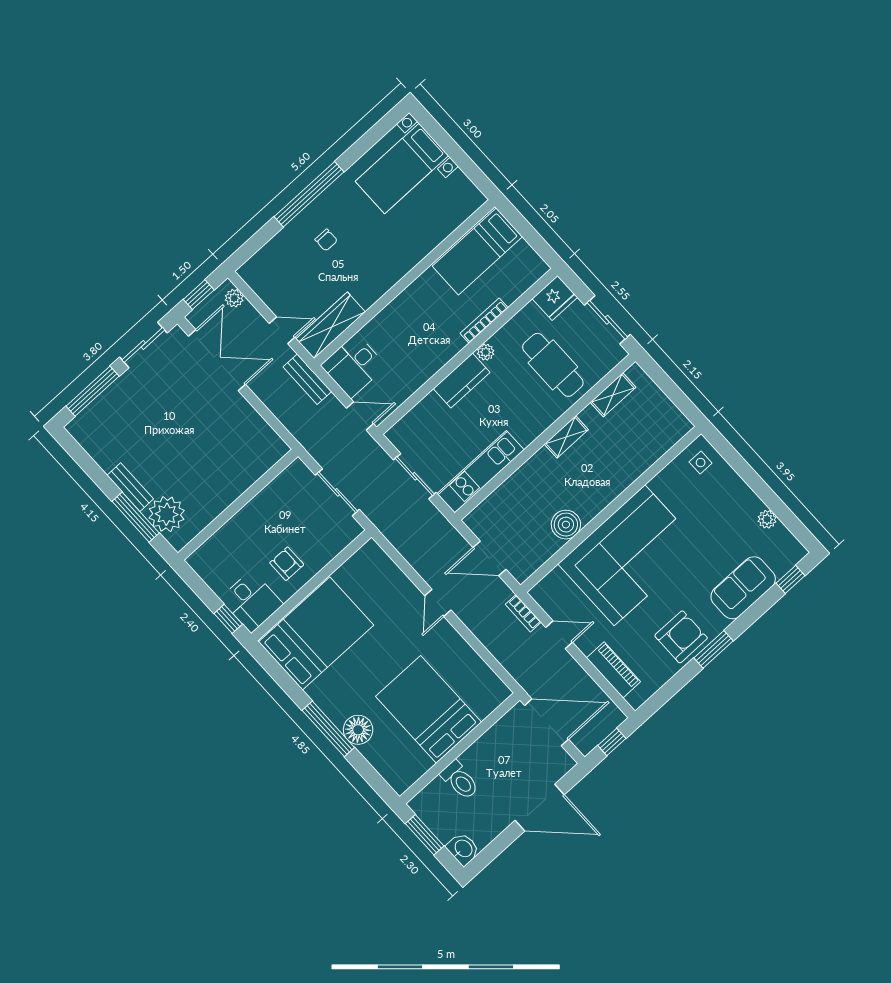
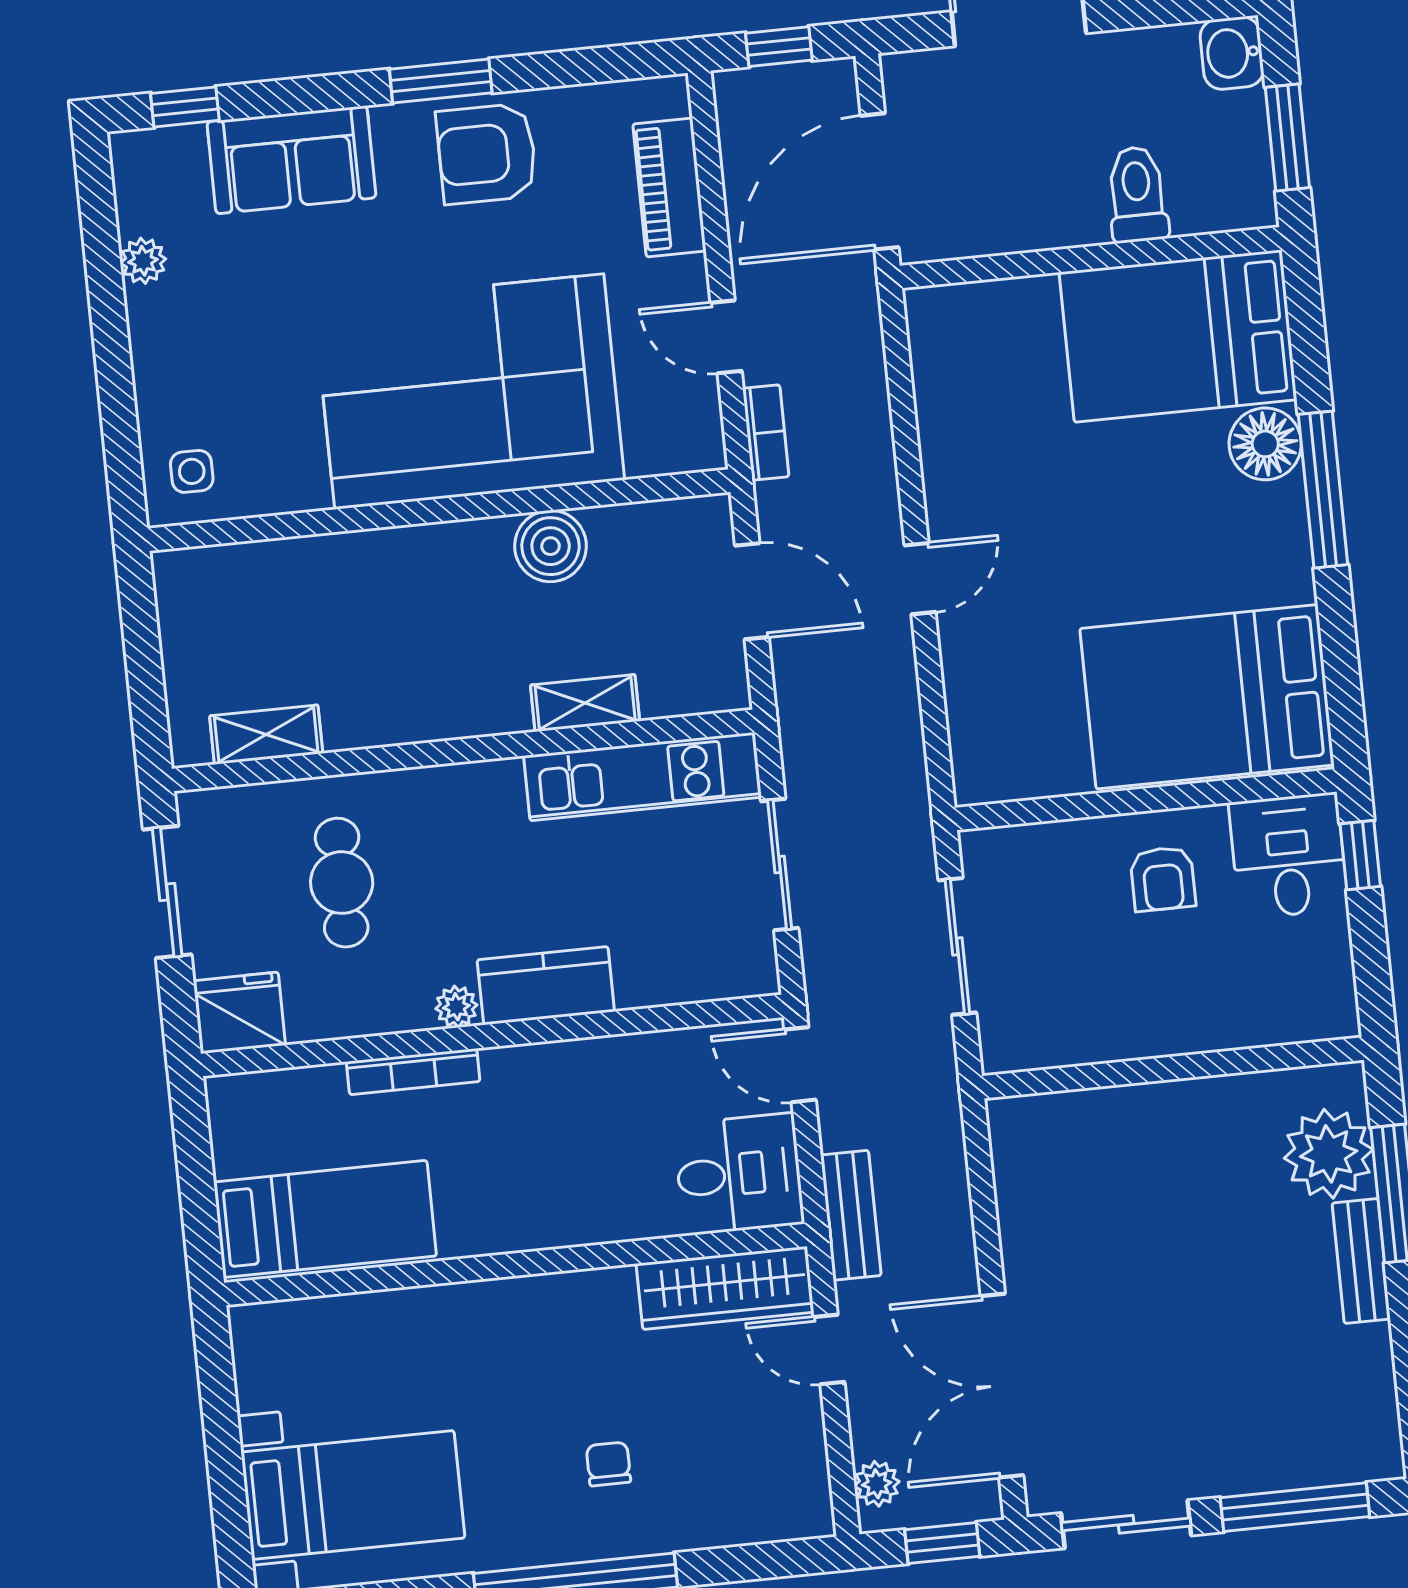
cafe table: (553, 365) -> (342, 883), width x0.73, depth x0.74
shelving: (566, 437) -> (585, 703), moved
bed: (428, 709) -> (1178, 336), moved, turned 90
door: (547, 722) -> (880, 181), hinge flipped

